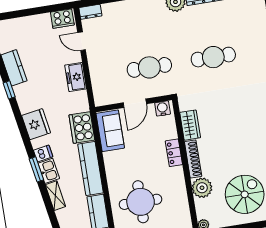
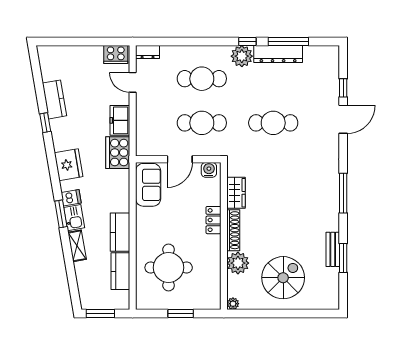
cafe table: (143, 28) -> (202, 79), added
cooker: (82, 128) -> (118, 153), moved
kitchen counter: (91, 169) -> (120, 232), width x0.67

